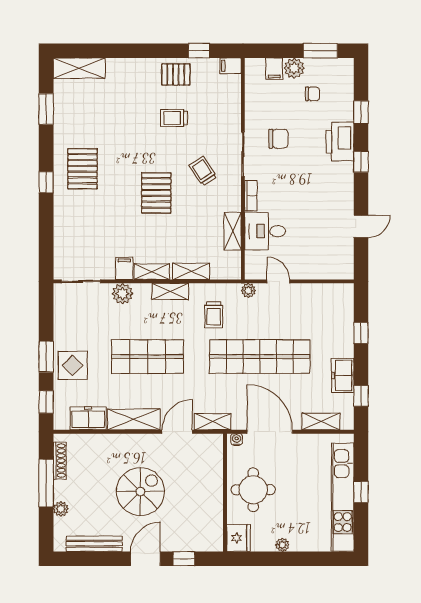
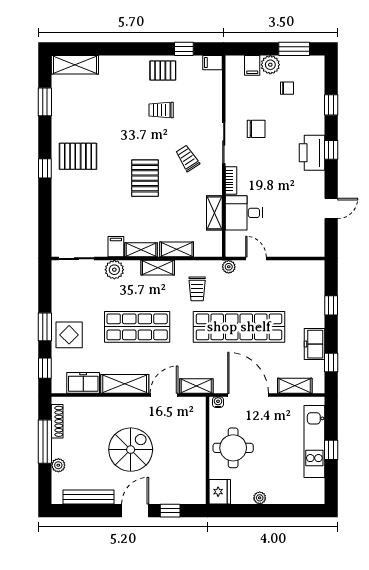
printer: (340, 142) -> (312, 153), moved
pallet: (82, 169) -> (78, 156), turned 90
kitchen unit: (343, 497) -> (314, 441), width x0.73

